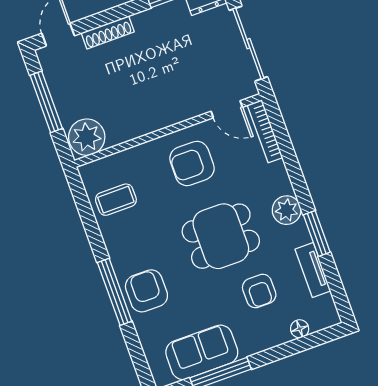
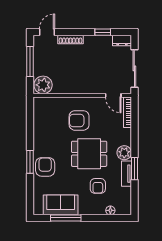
armchair: (192, 163) -> (79, 120), moved
coffee table: (116, 200) -> (46, 119), removed
tv unit: (313, 270) -> (126, 174), moved
window: (115, 292) -> (30, 162), width x0.69

